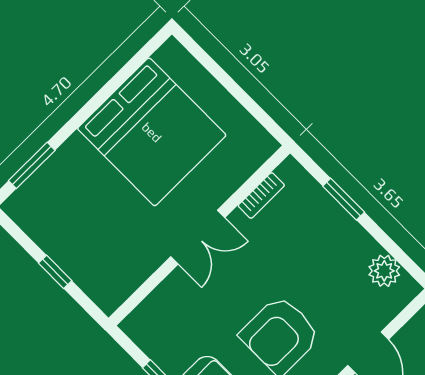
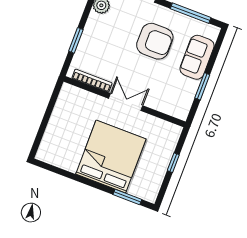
bed: (152, 132) -> (111, 157), moved
bookcase: (261, 196) -> (92, 81), width x1.56

